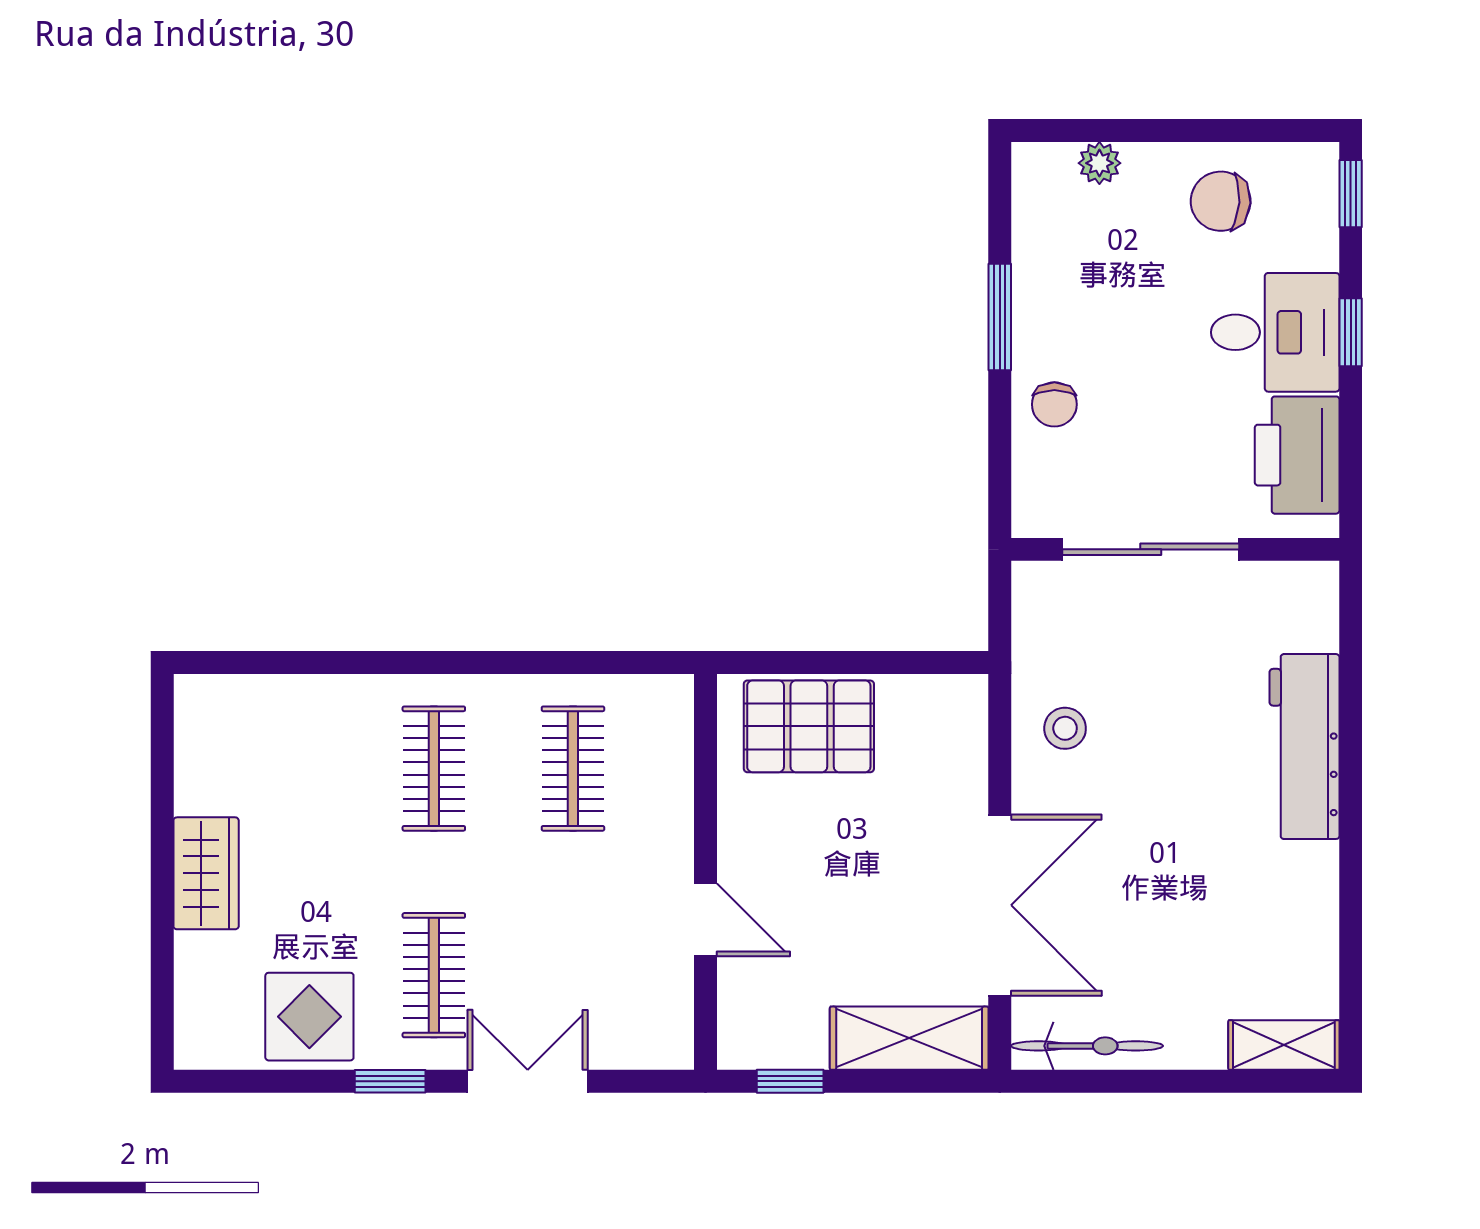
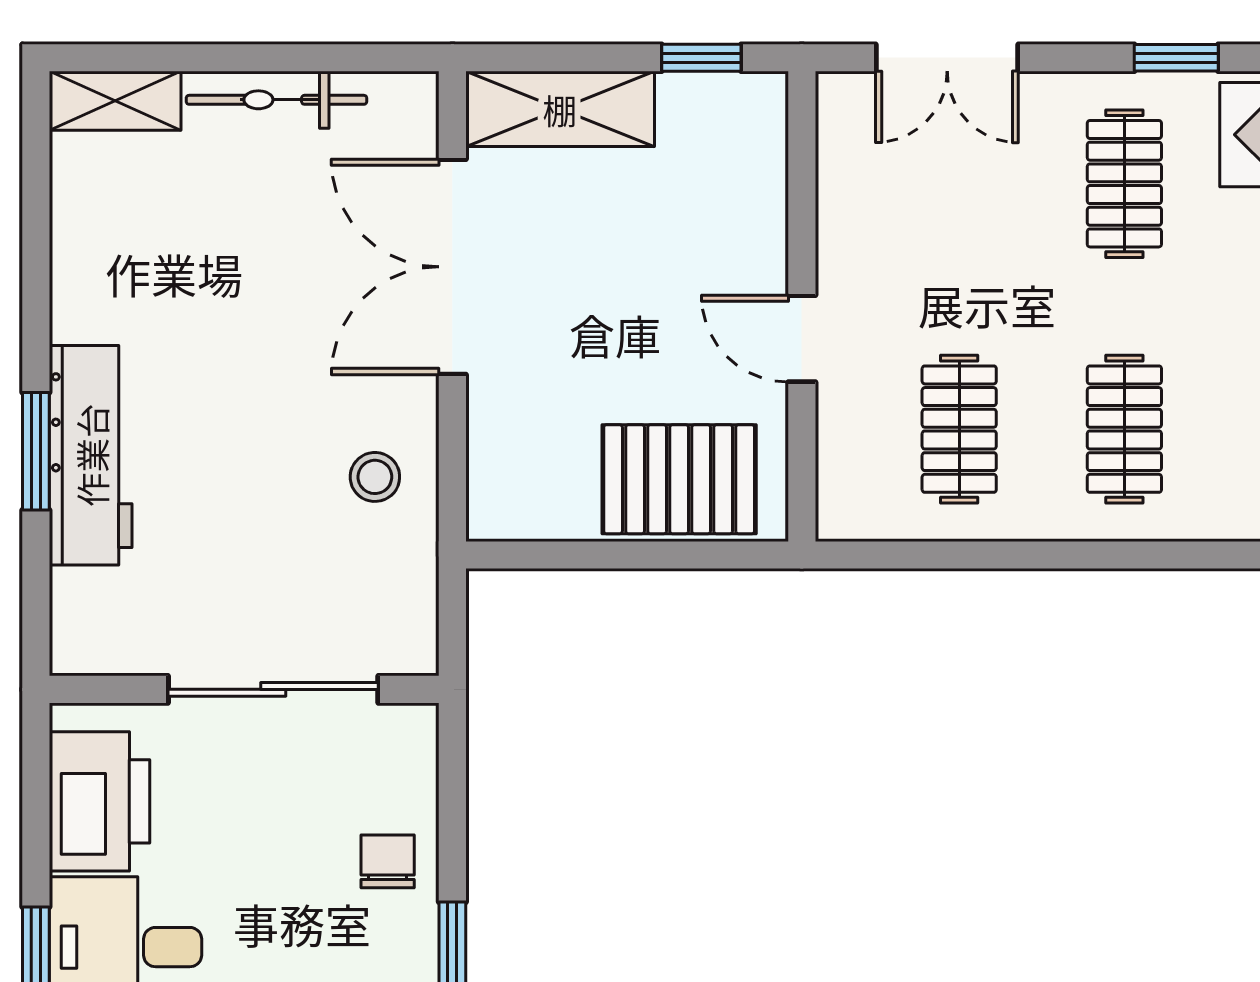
window: (1351, 750) -> (36, 451), added
door: (705, 920) -> (802, 339), moved
bicycle: (1087, 1046) -> (276, 100), moved
double door: (528, 1081) -> (947, 58), moved

